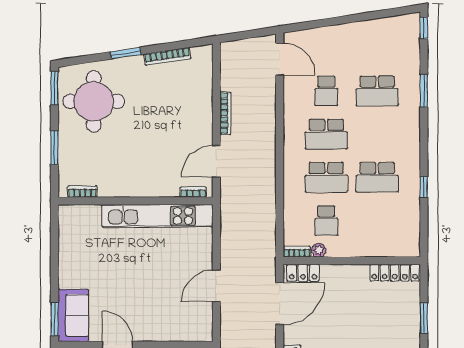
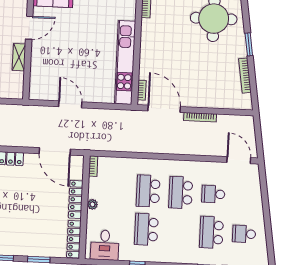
door: (280, 59) -> (239, 160), swing flipped
door: (216, 161) -> (164, 109), width x1.36
school desk: (326, 221) -> (244, 234), moved
desk: (401, 231) -> (105, 245), added
plant: (319, 250) -> (92, 204), moved
locker: (303, 273) -> (76, 199), moved, width x1.53

